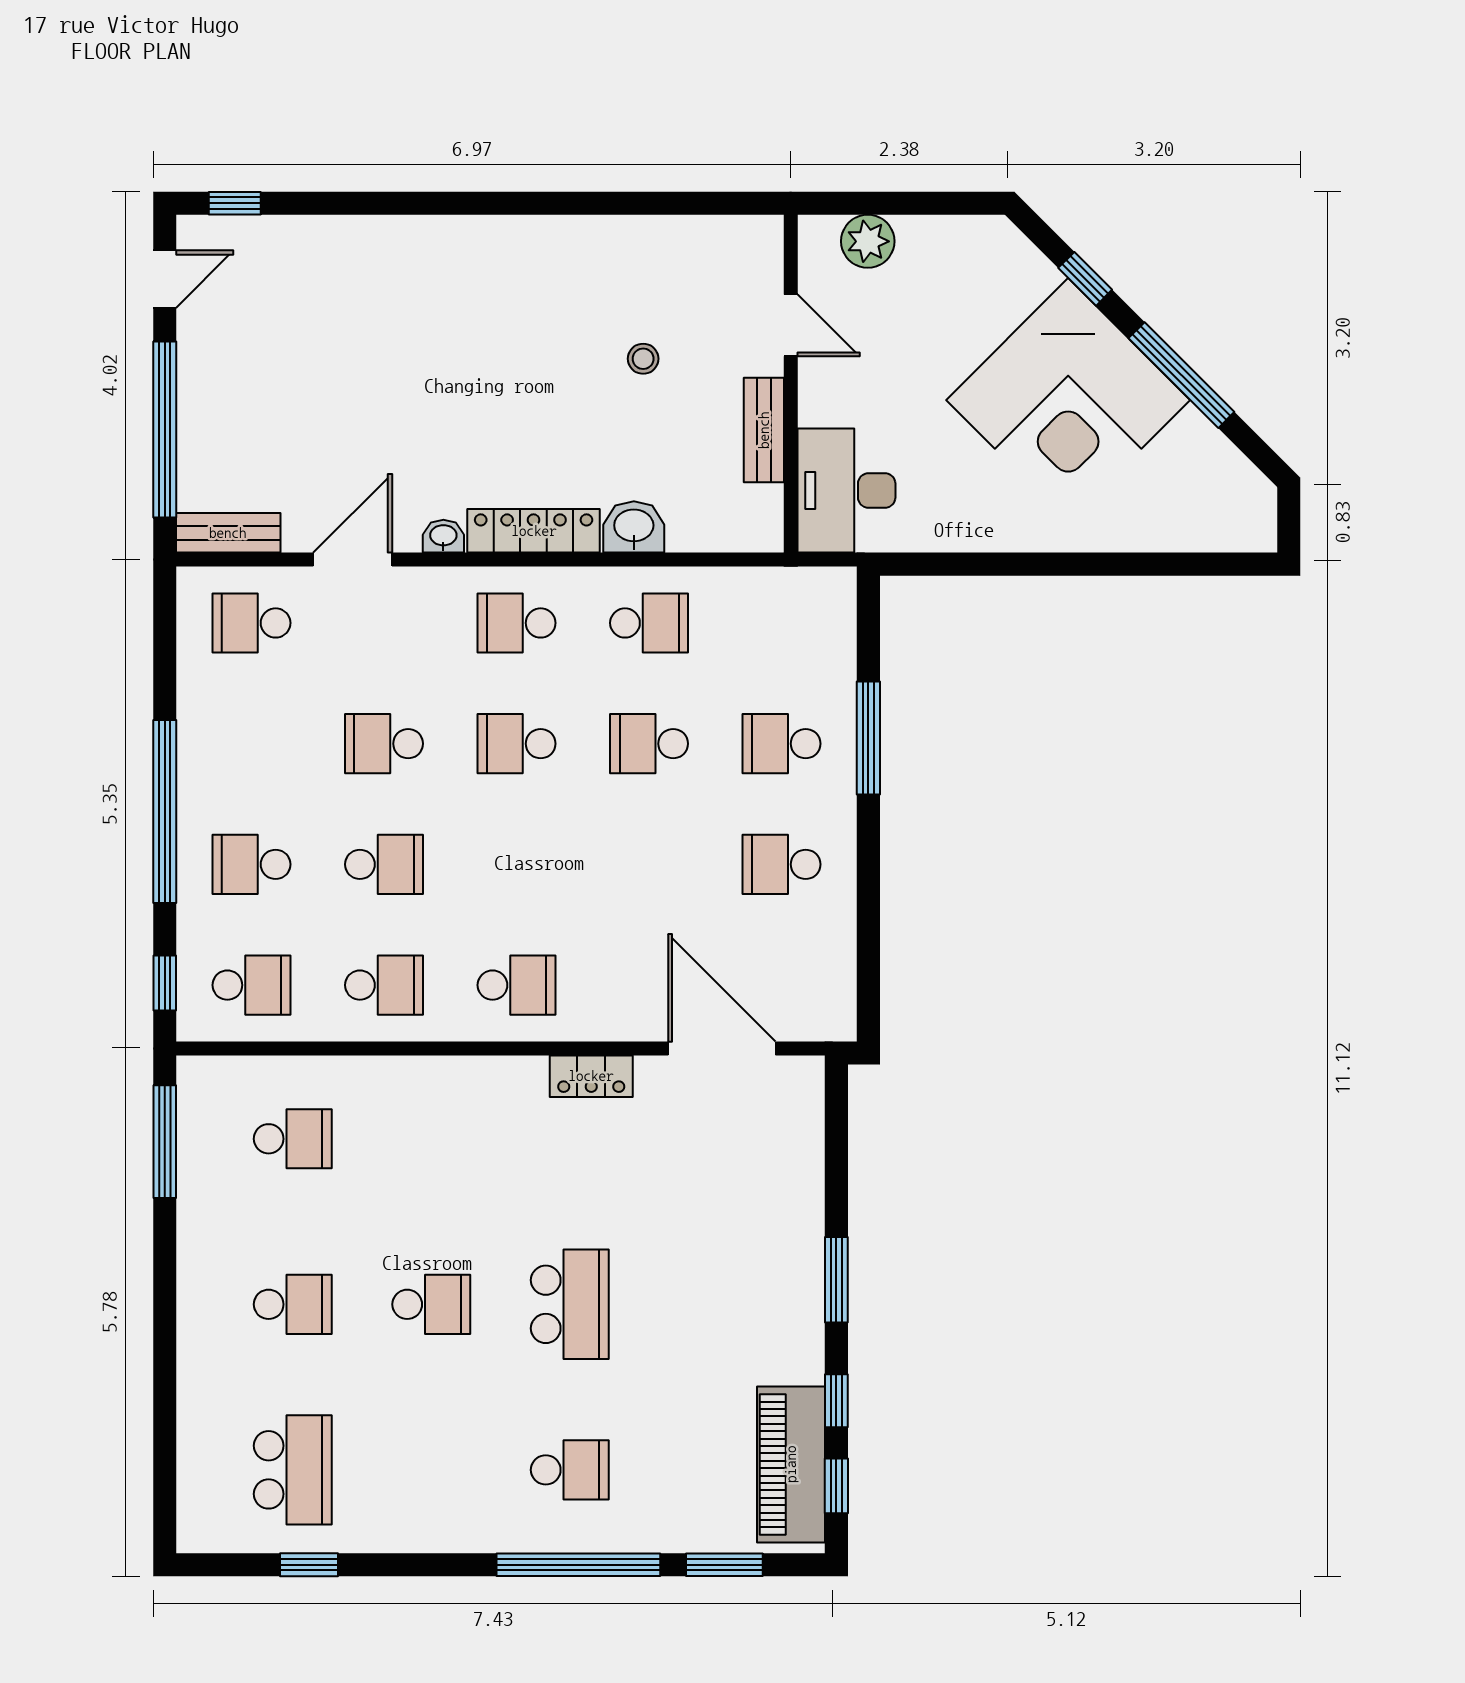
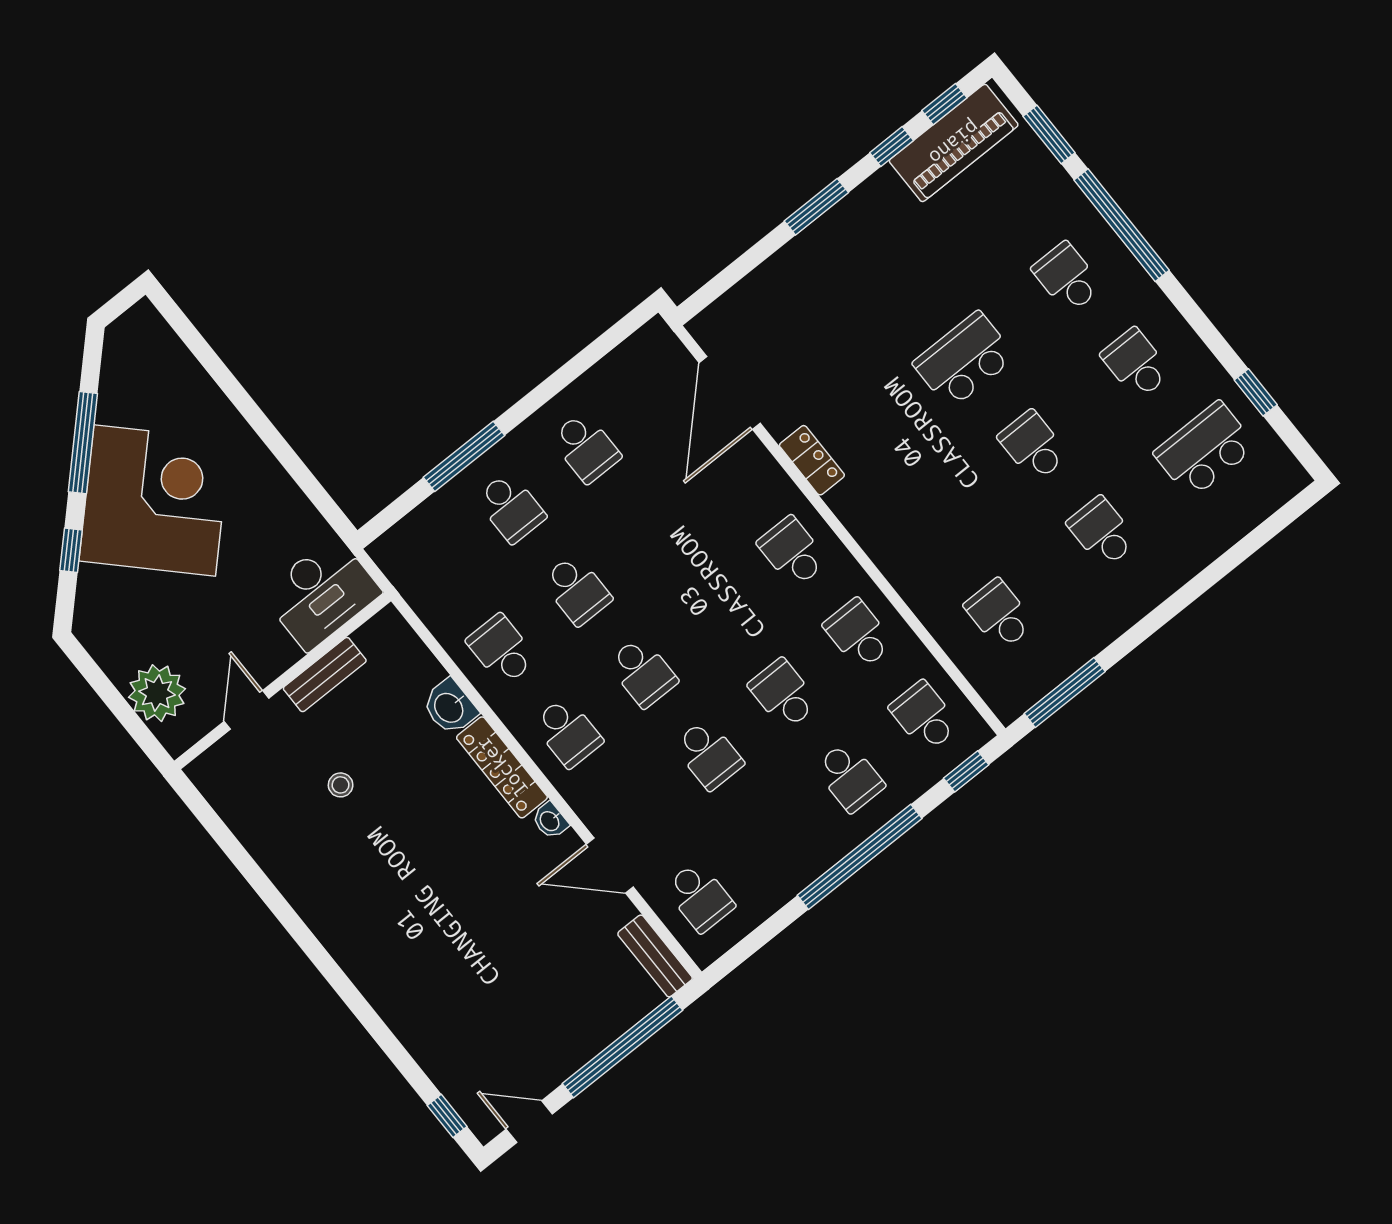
plant: (868, 241) -> (157, 693), width x1.36, depth x1.36
school desk: (431, 1470) -> (1136, 364), added

